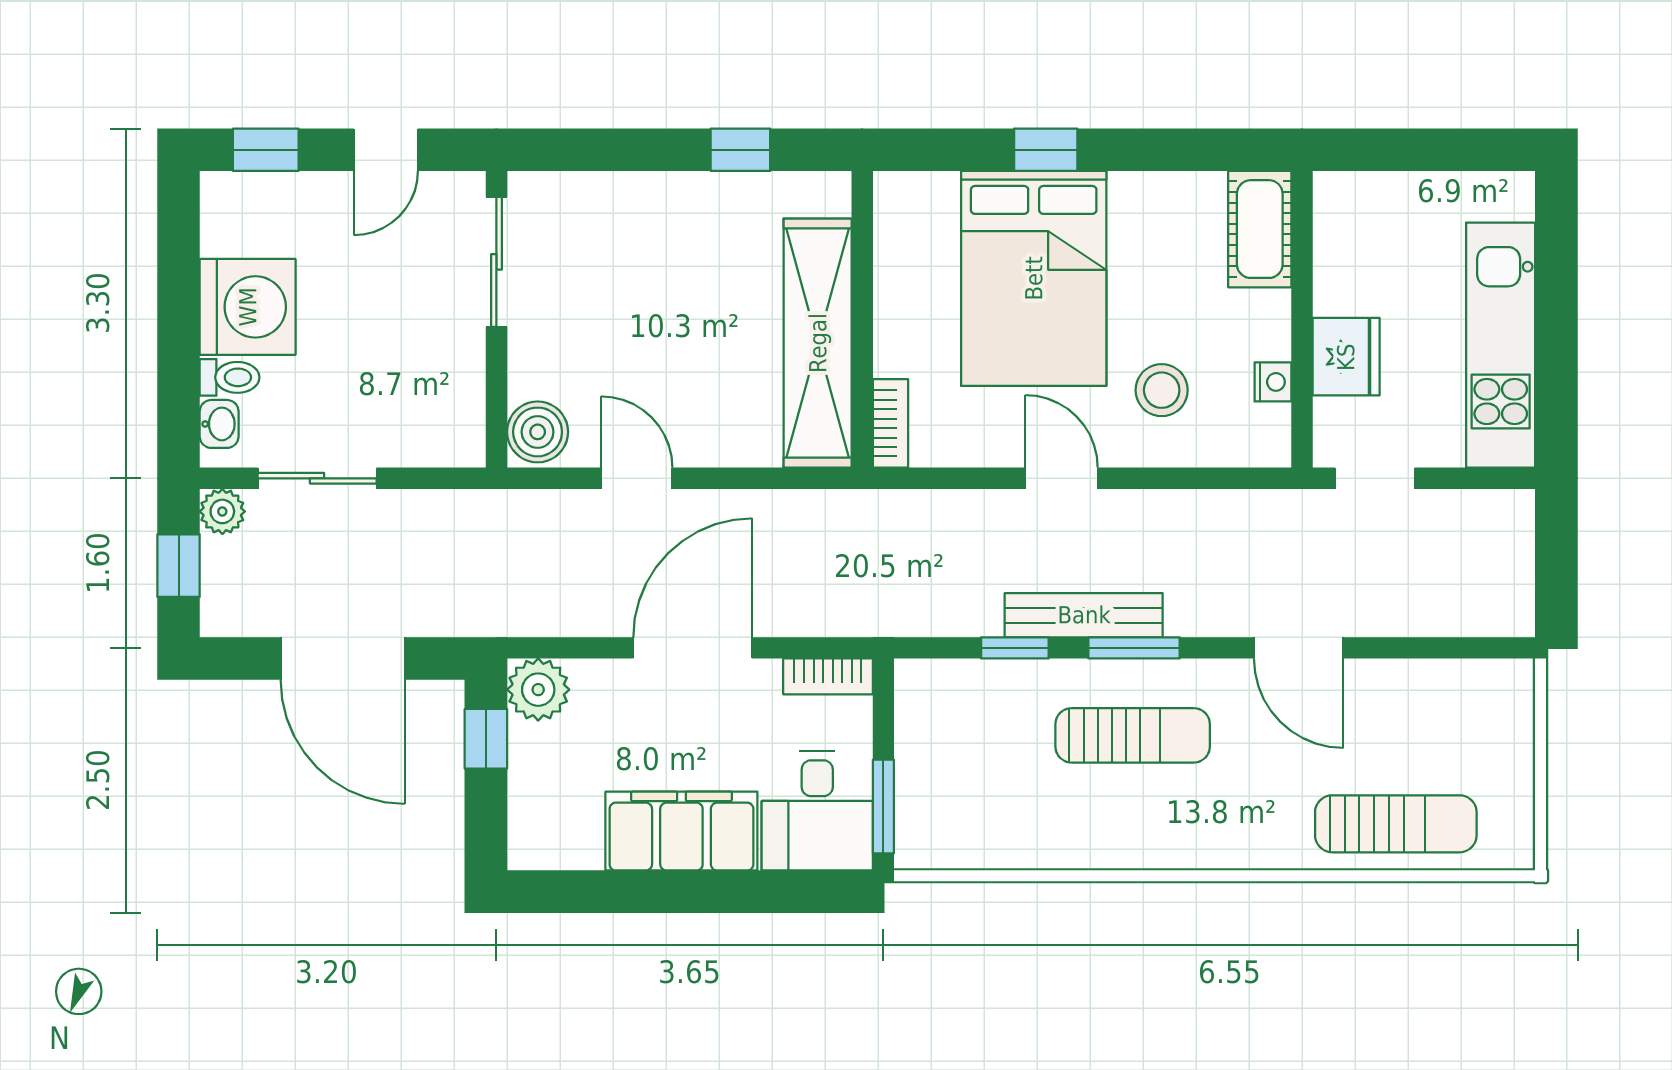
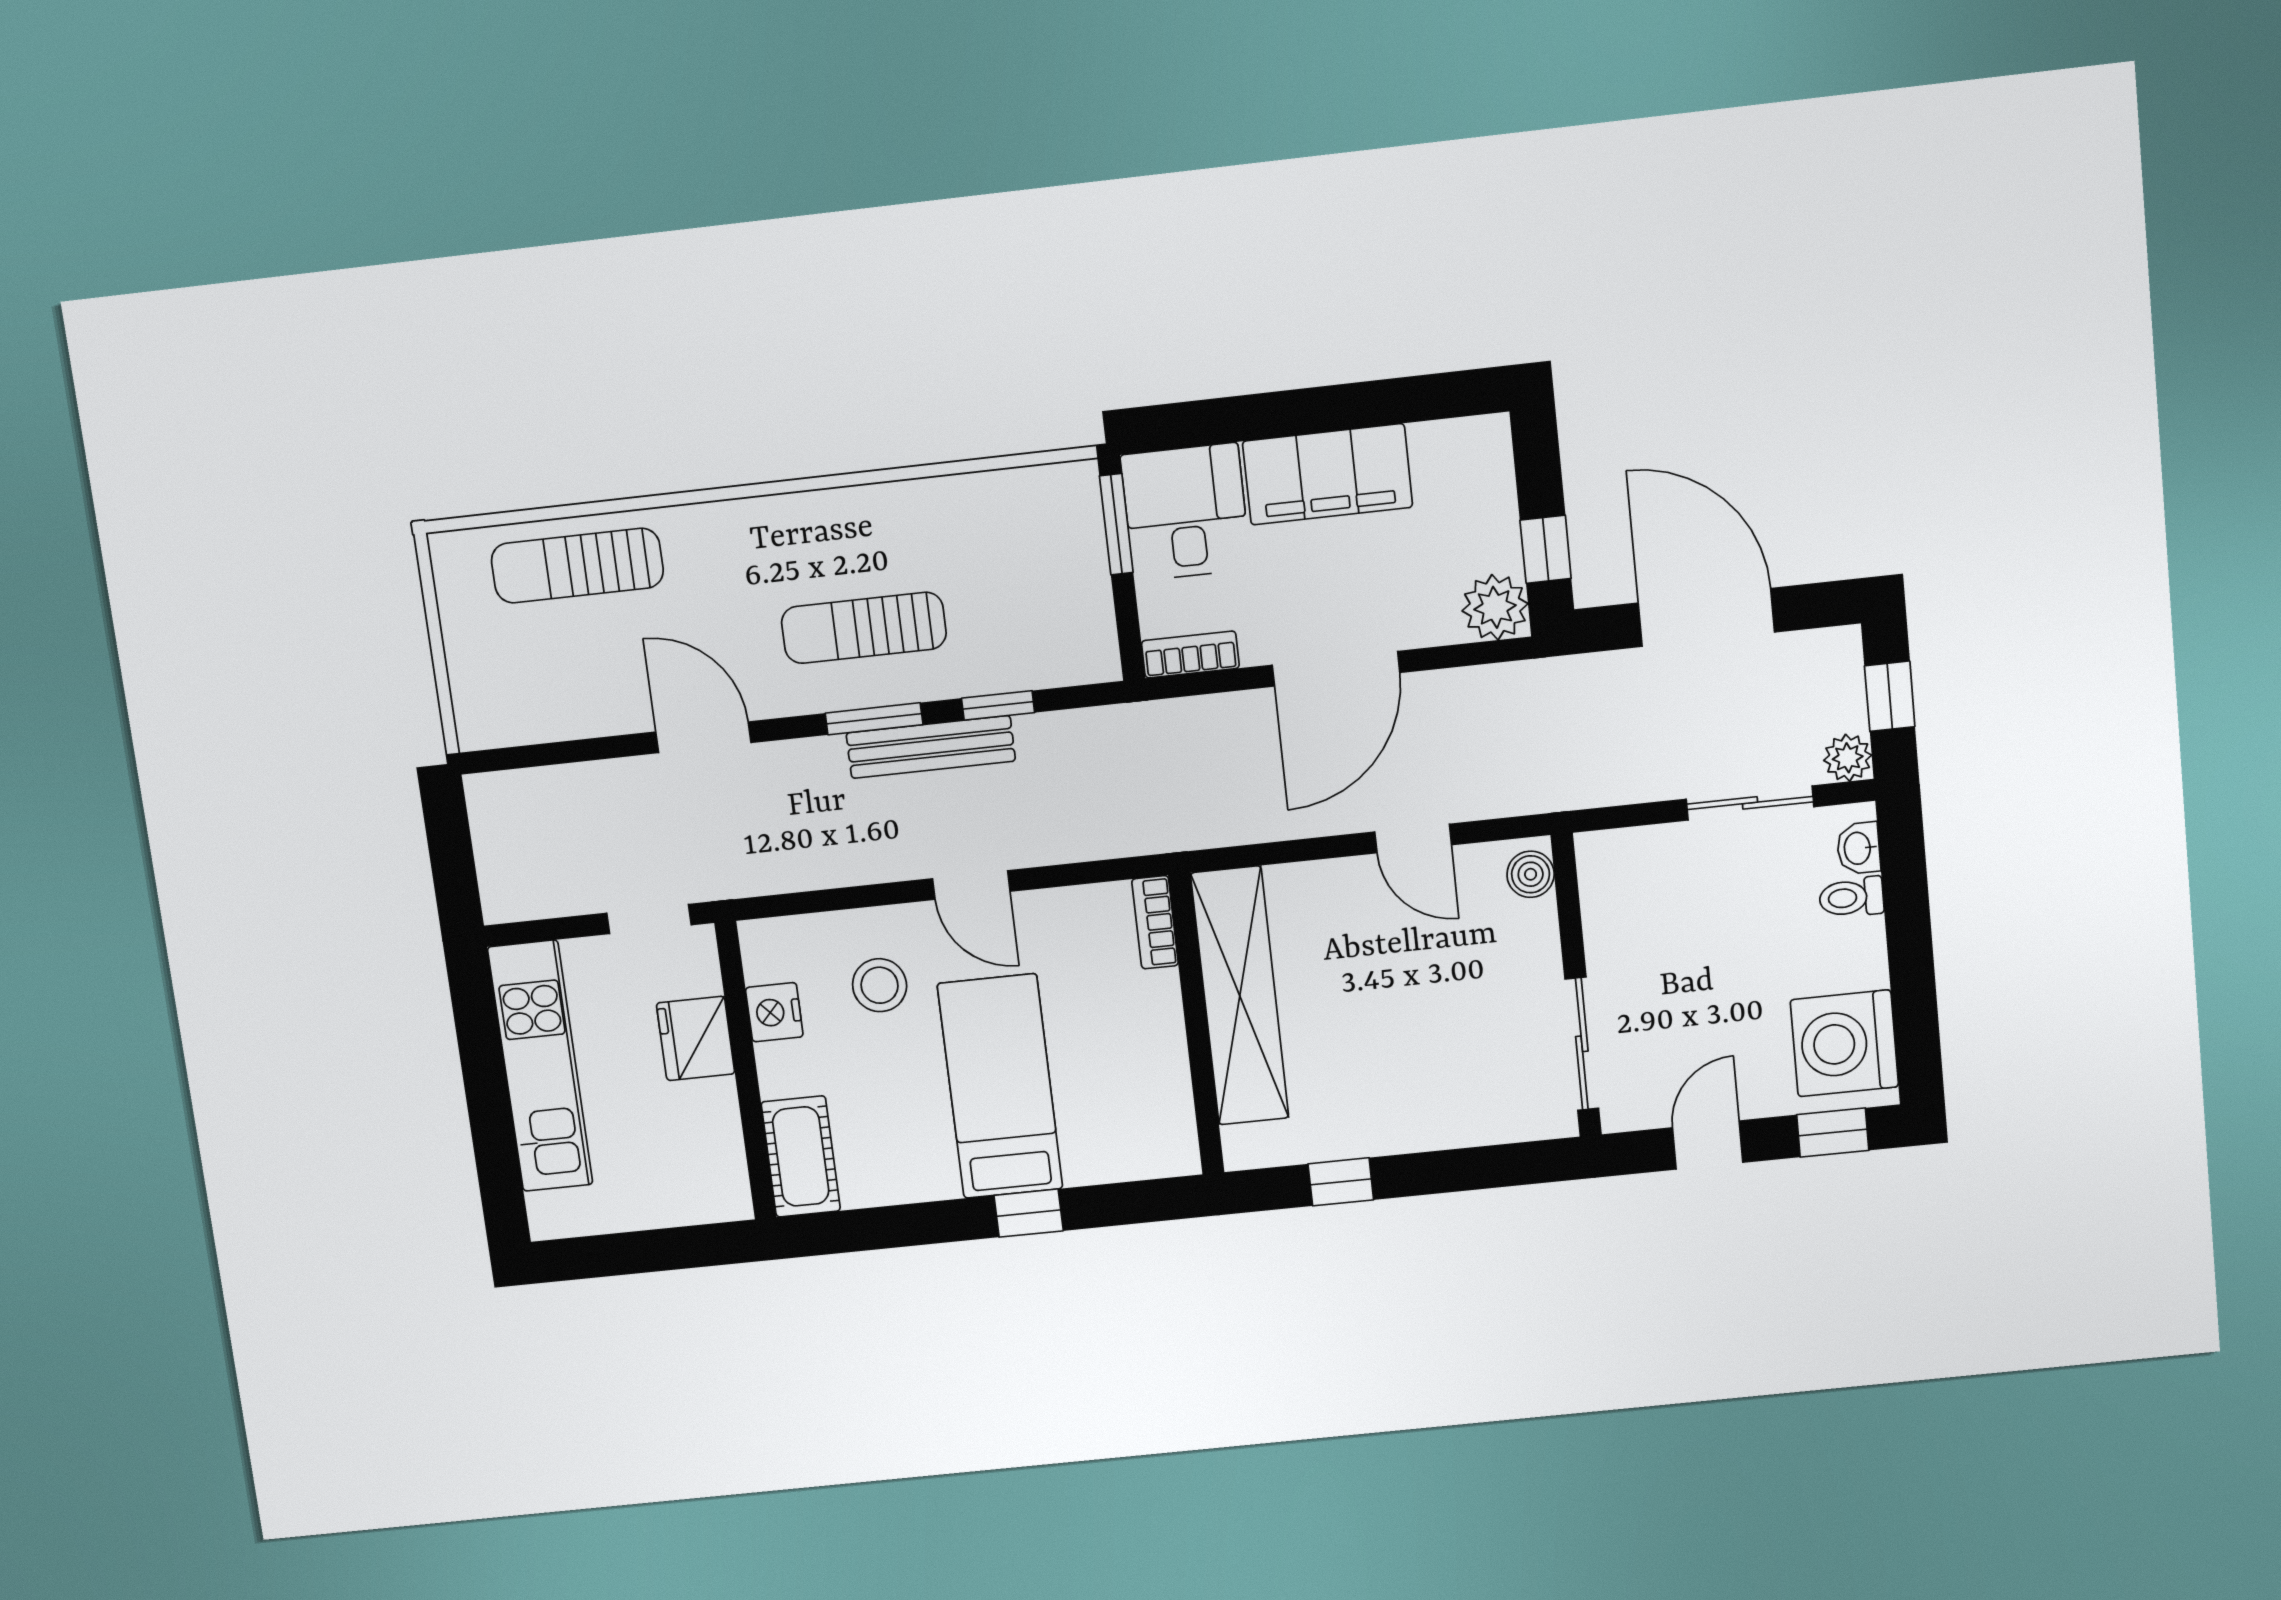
bed: (1034, 278) -> (1000, 1086), width x0.67
washing machine: (248, 307) -> (1844, 1043), moved
nightstand: (1273, 382) -> (774, 1012), width x1.39, depth x1.35
boiler: (538, 432) -> (1531, 874), width x0.73, depth x0.73

